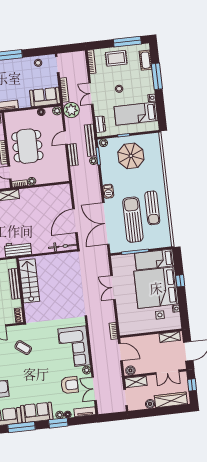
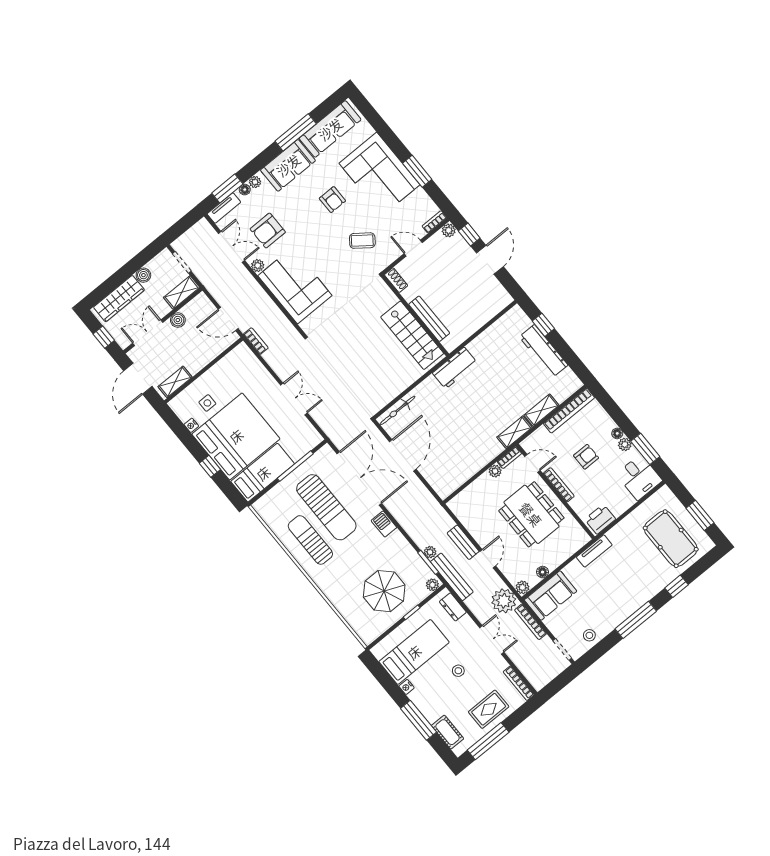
boiler: (130, 370) -> (178, 320), moved
armchair: (25, 379) -> (332, 200), added
window: (58, 423) -> (227, 189), moved

